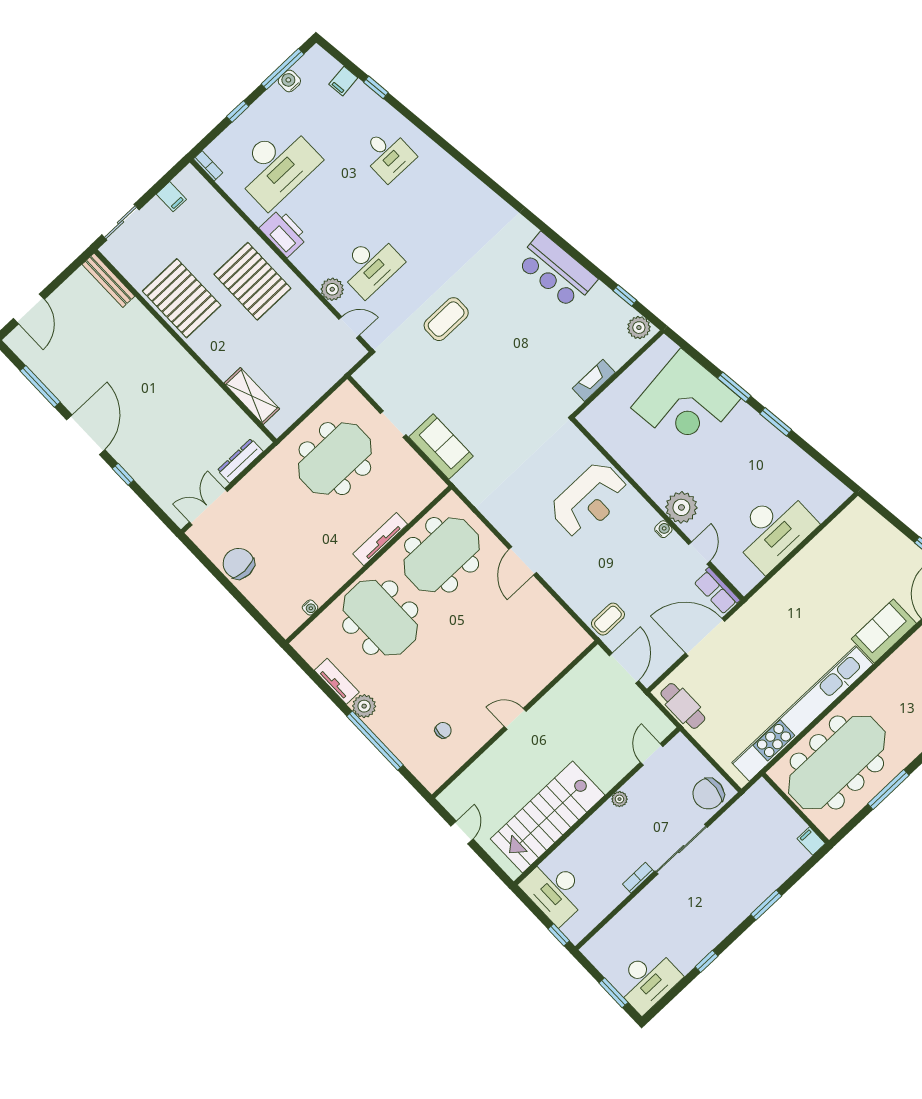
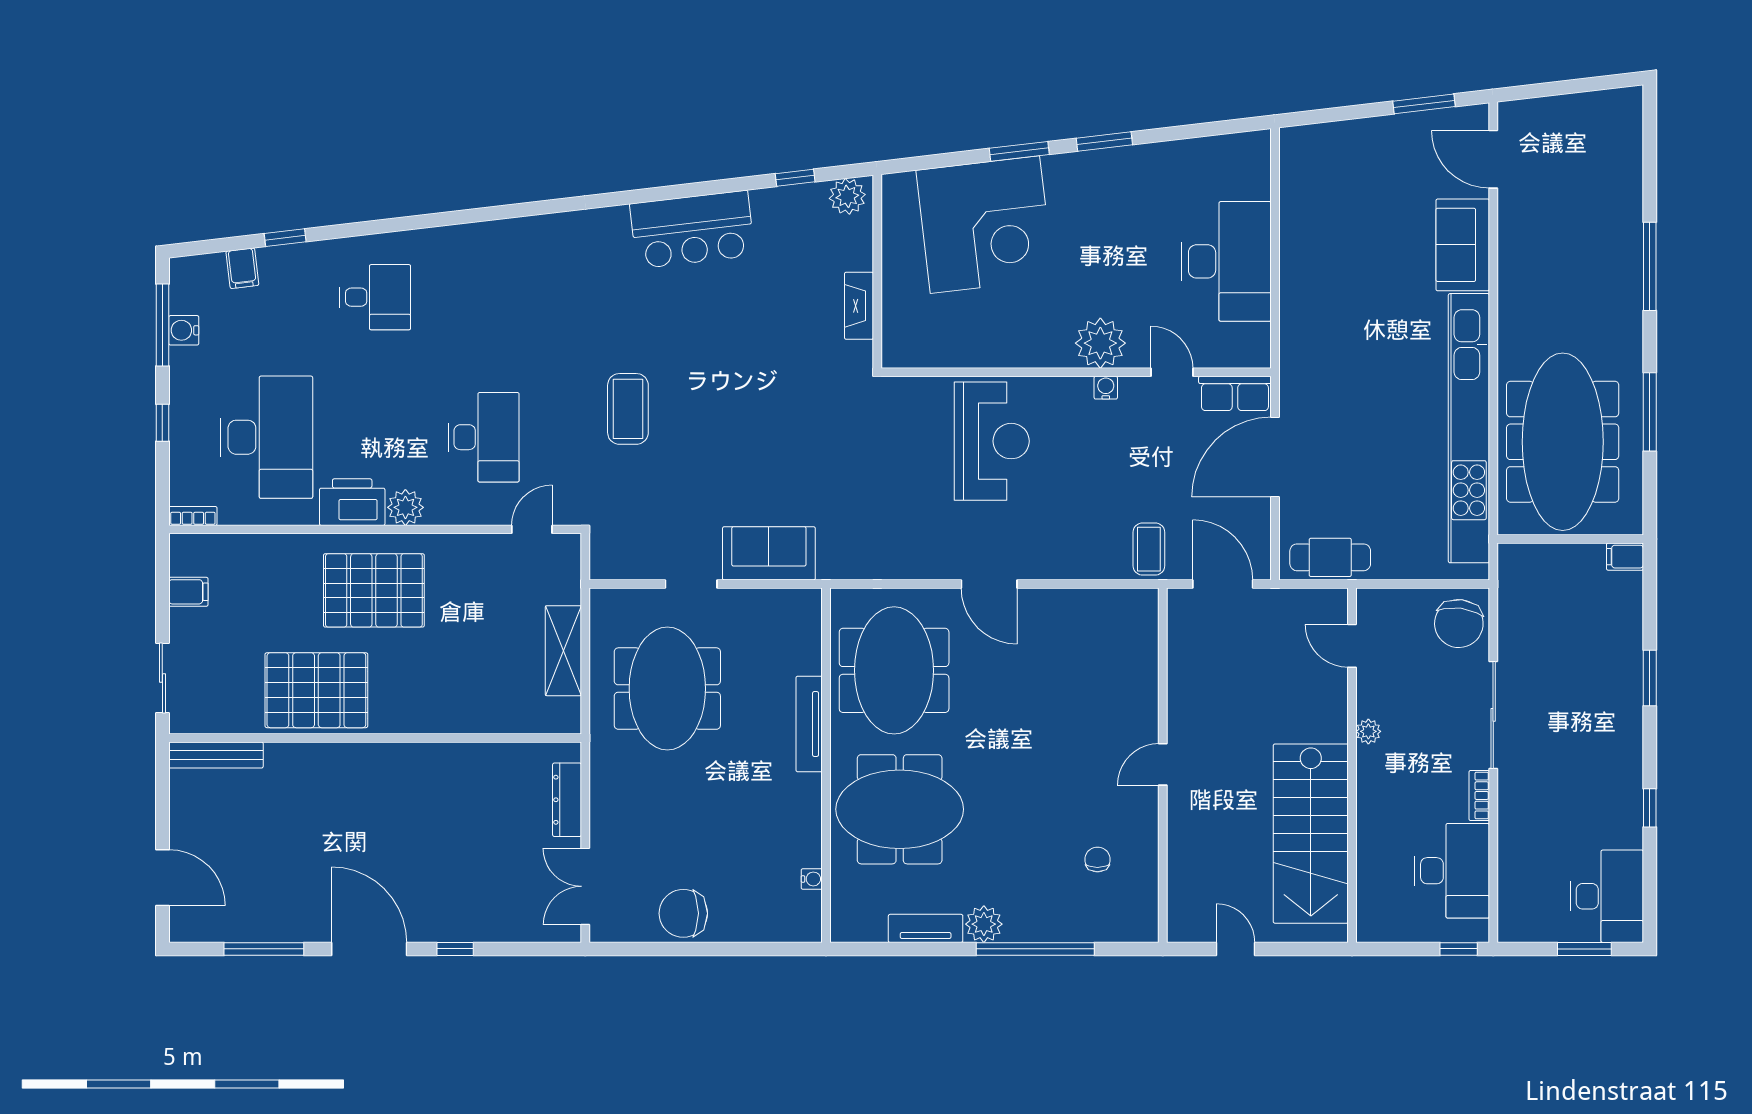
plant: (332, 289) -> (405, 507), moved
shelving: (252, 396) -> (563, 651), moved, turned 90
desk: (555, 891) -> (1452, 871), moved, turned -90

